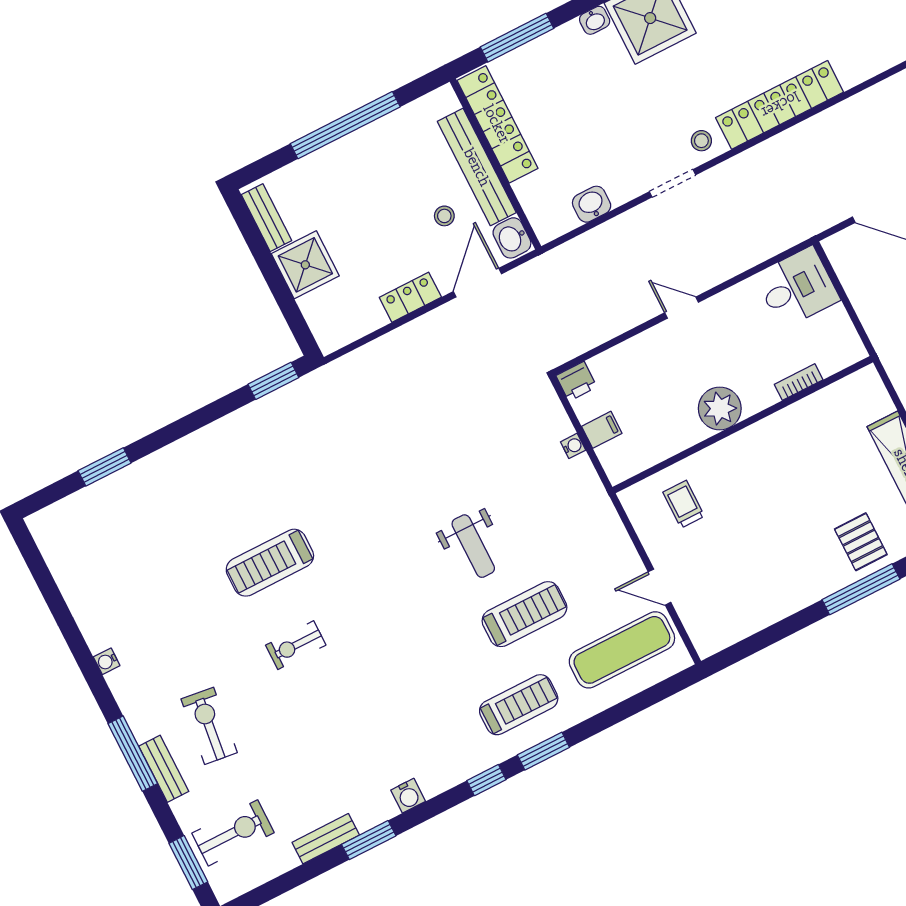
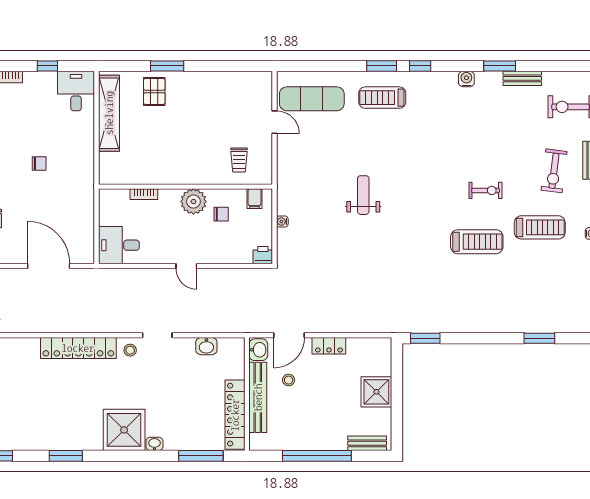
bench: (267, 218) -> (367, 443), moved, turned 90
chair: (669, 411) -> (221, 214), added
filing cabinet: (602, 430) -> (255, 199), moved, turned -90
window: (861, 589) -> (167, 66), width x0.69
treadmill: (524, 614) -> (540, 227), moved, turned 180

